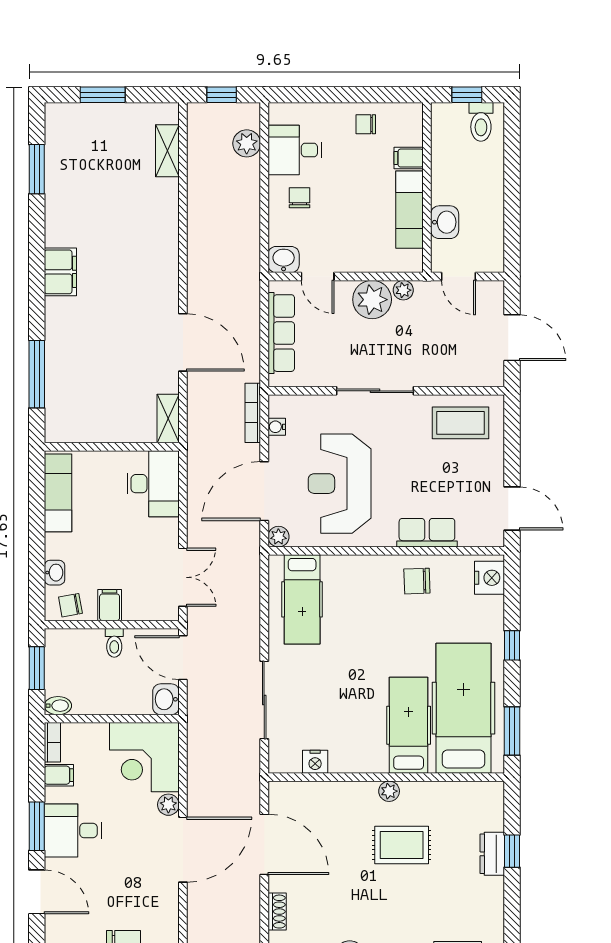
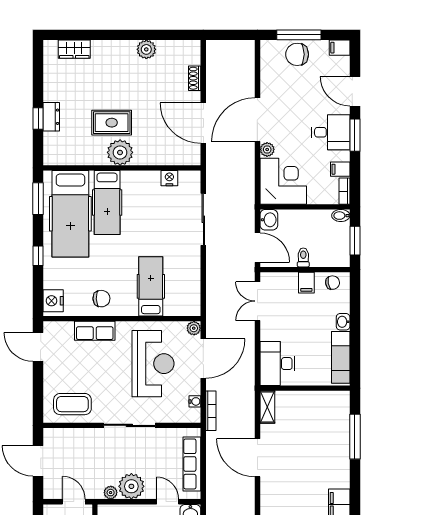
washbasin: (55, 573) -> (343, 322), moved
hospital bed: (302, 599) -> (151, 286), moved
plant: (389, 791) -> (120, 152), width x1.88, depth x1.88

